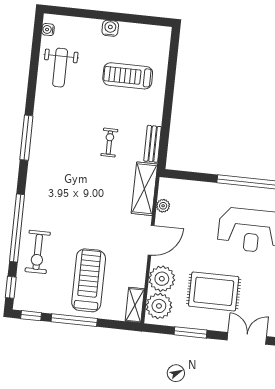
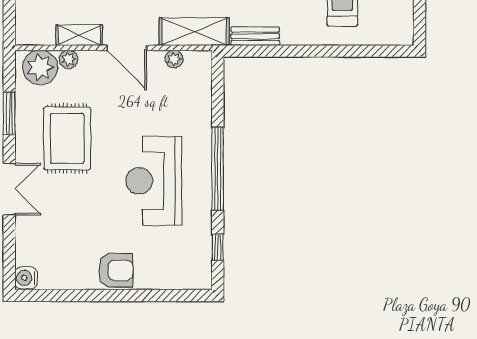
plant: (162, 279) -> (69, 59), width x0.53, depth x0.53
shelving: (135, 305) -> (79, 35), moved

